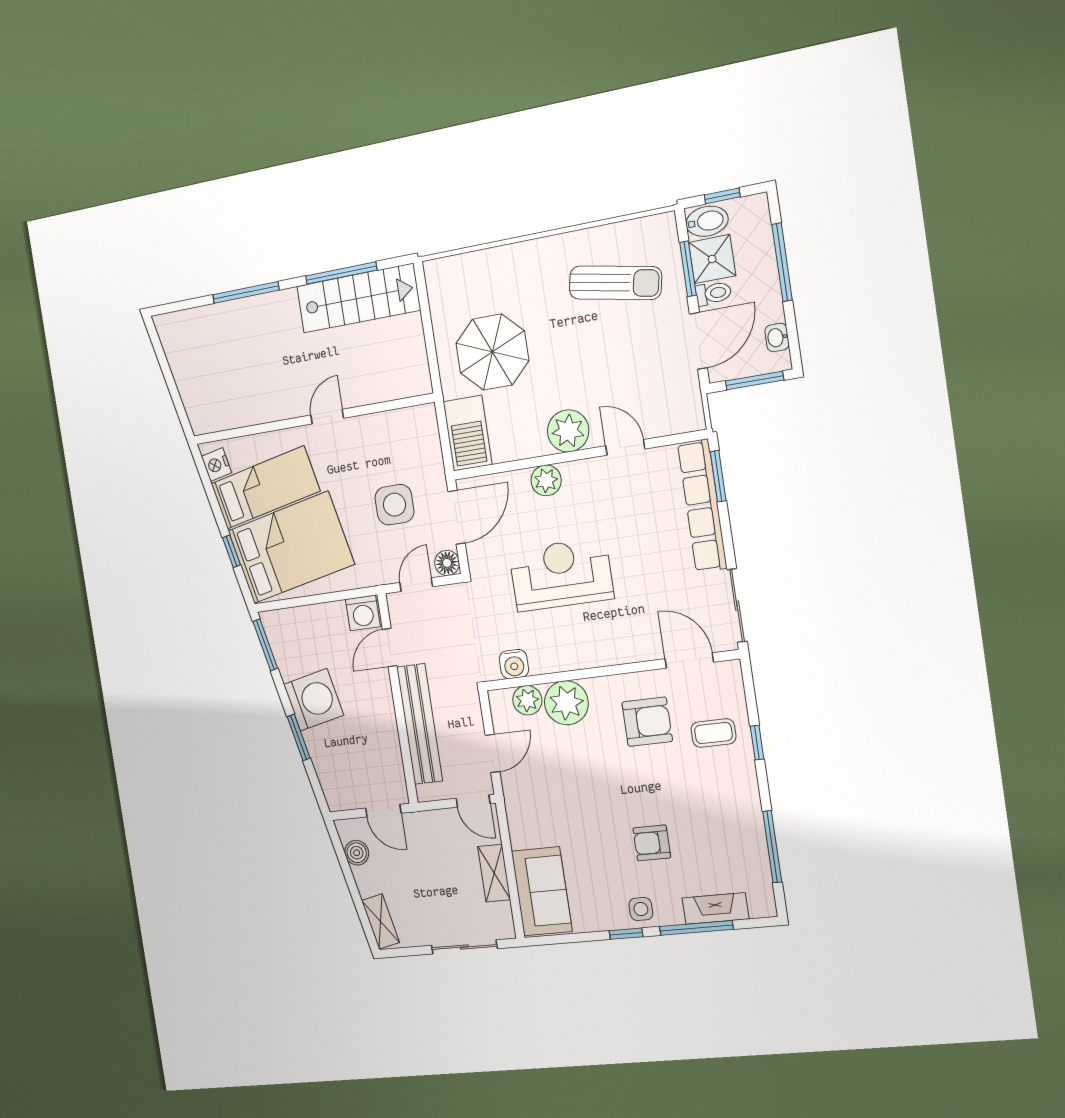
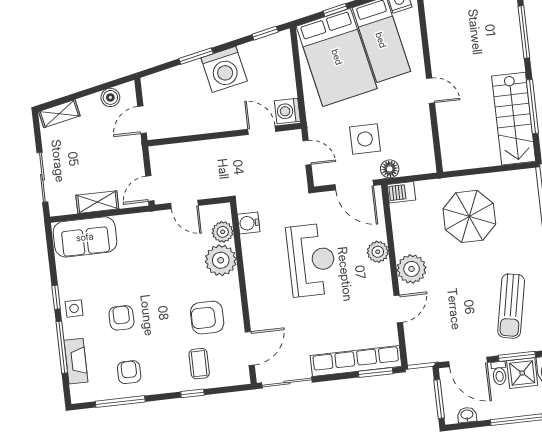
barbecue: (468, 433) -> (401, 192), width x0.53, depth x0.65
floor lamp: (447, 563) -> (390, 169), moved
window: (265, 645) -> (265, 33), width x0.67
armchair: (647, 722) -> (207, 318), turned 90
bench: (420, 724) -> (206, 151), removed
armchair: (729, 833) -> (129, 372), added

